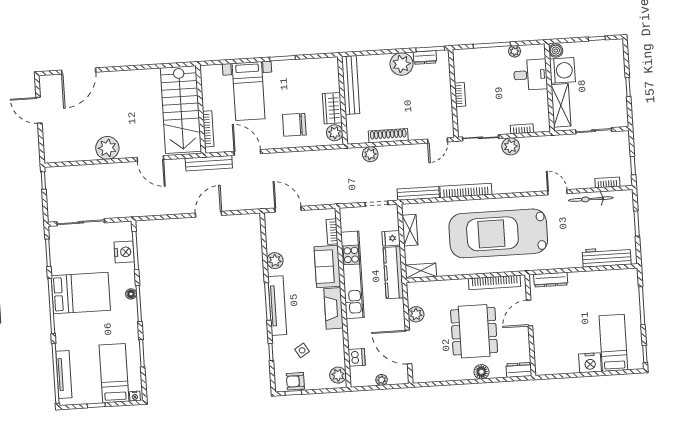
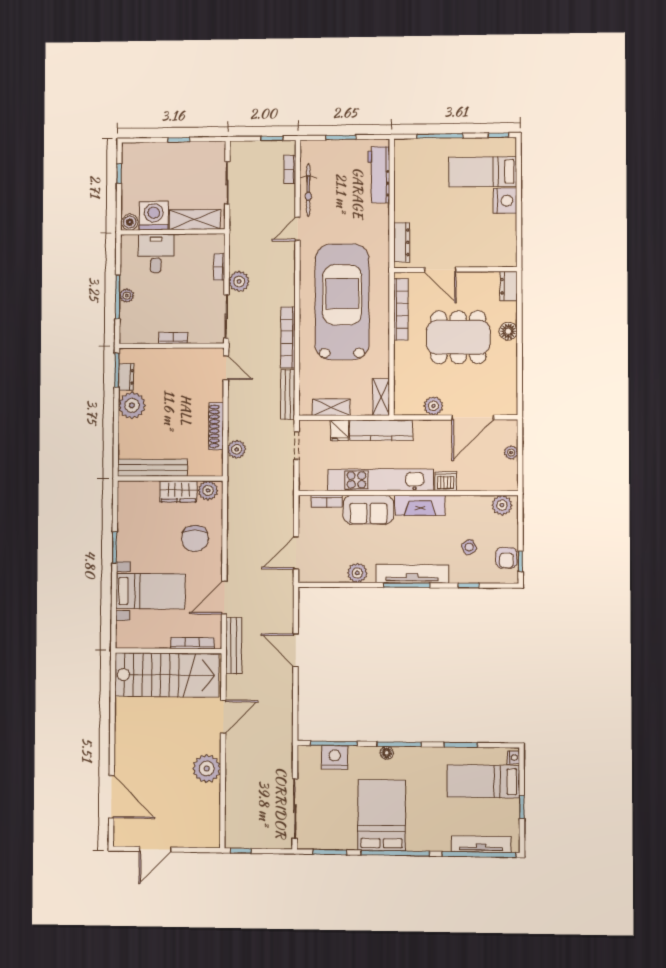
plant: (515, 51) -> (127, 296), moved
car: (498, 233) -> (342, 302), turned 180
dishwasher: (357, 357) -> (446, 481), moved

